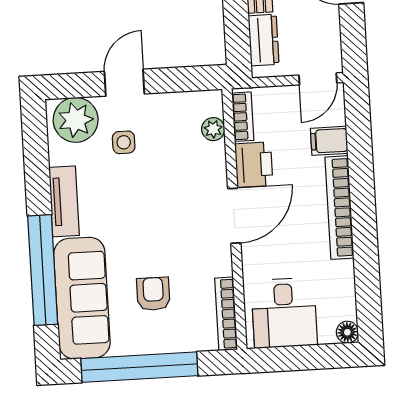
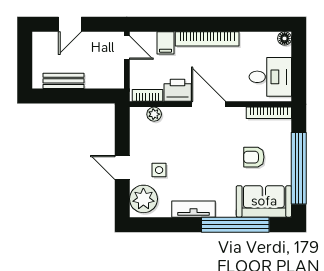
dresser: (264, 40) -> (101, 80), removed
sofa: (82, 298) -> (264, 201), width x0.73

